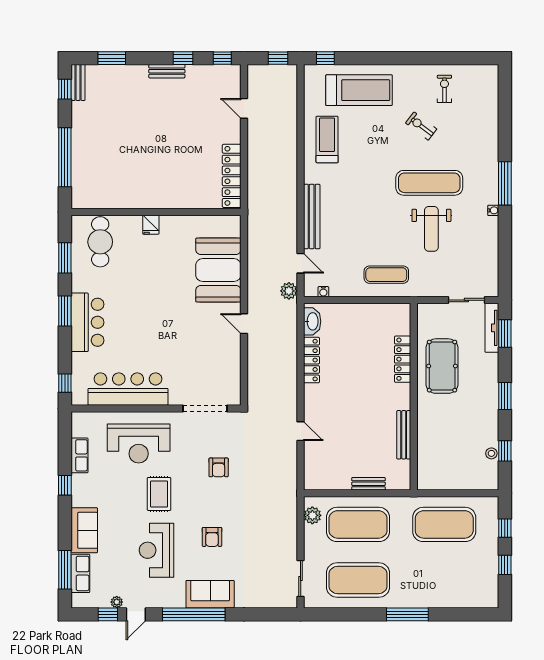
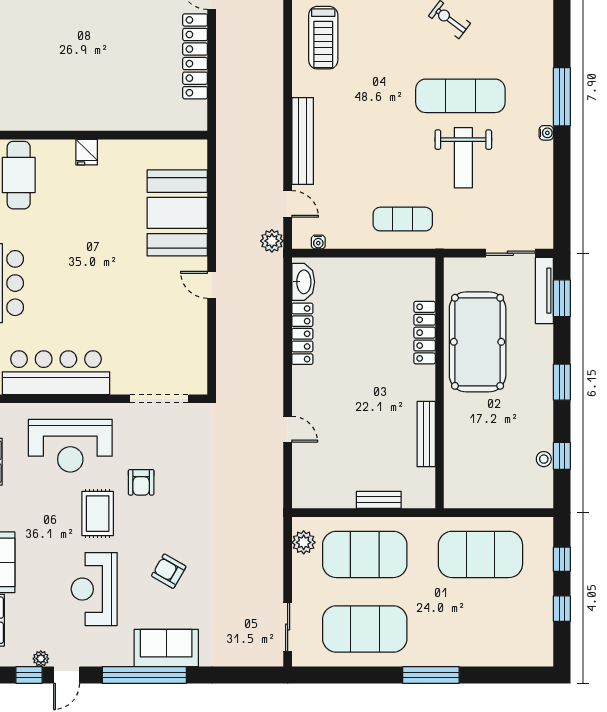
treadmill: (327, 139) -> (323, 38), turned 180
locker: (232, 176) -> (195, 56), moved
pool table: (442, 366) -> (478, 342), width x1.36, depth x1.32
armchair: (219, 467) -> (141, 482), moved
armchair: (212, 537) -> (169, 571), turned 120

